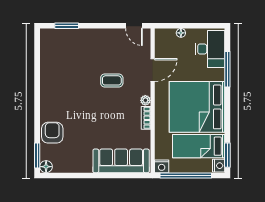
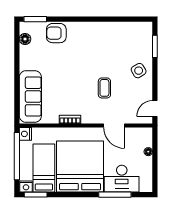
side table: (93, 43) -> (139, 71), added
desk: (210, 49) -> (122, 179), moved
plant: (145, 100) -> (86, 119), removed
armchair: (52, 133) -> (56, 33), turned 180
floor lamp: (46, 167) -> (25, 39), moved

